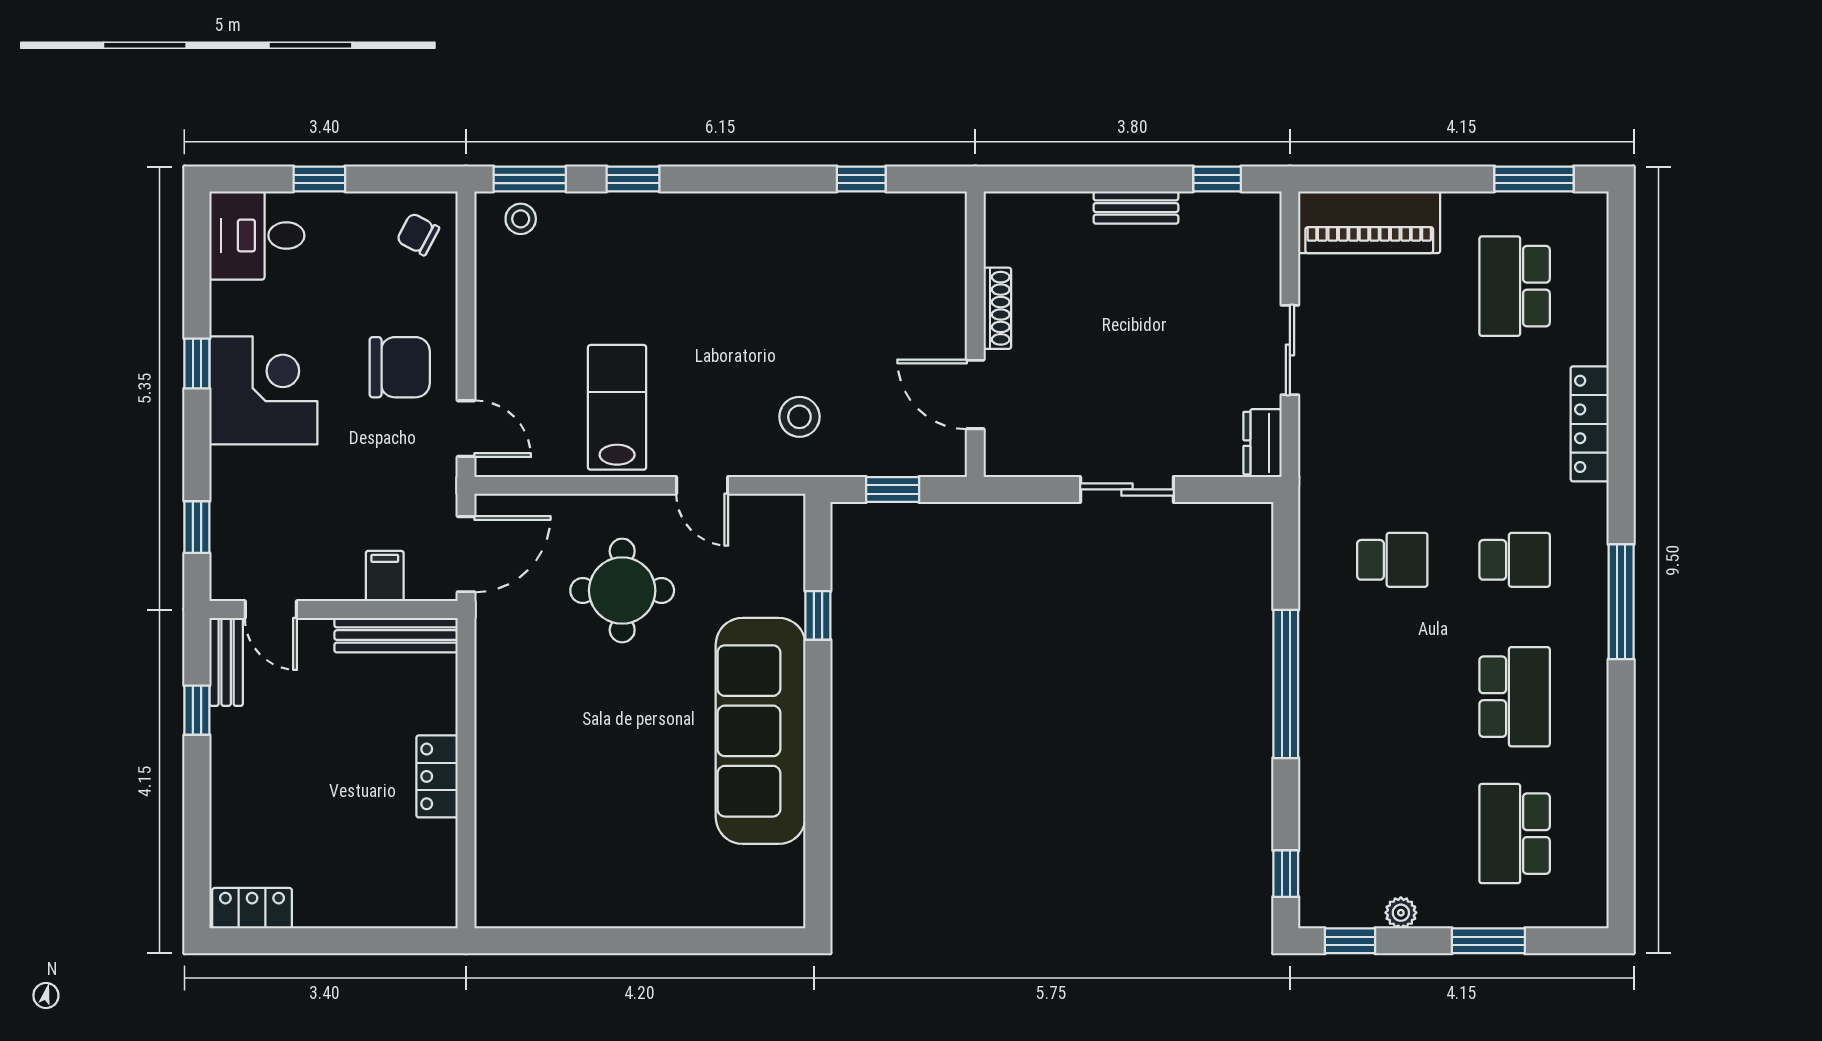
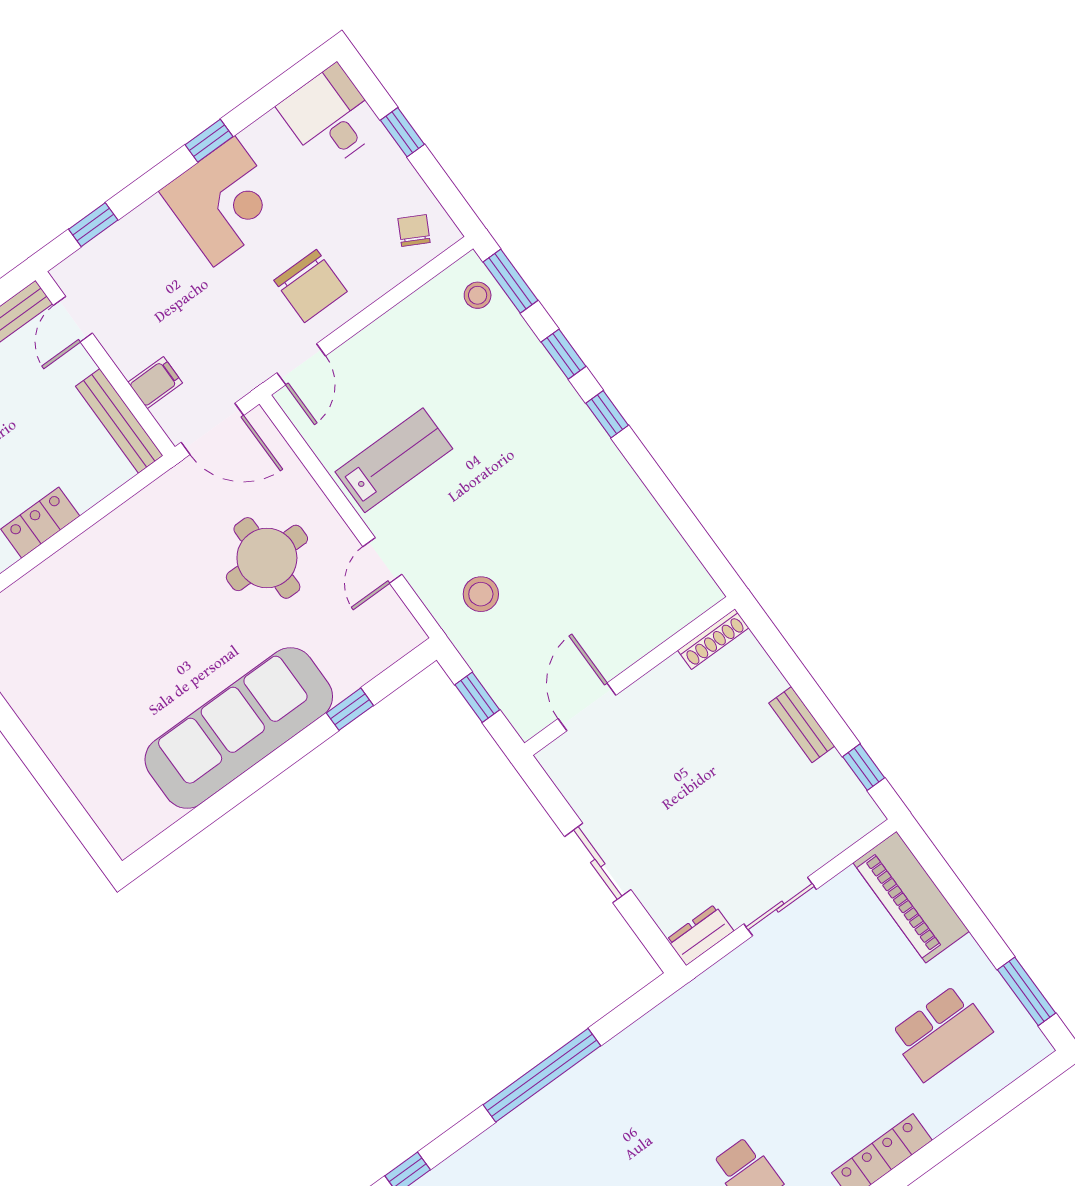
window: (861, 179) -> (607, 414), moved
school desk: (1515, 286) -> (941, 1033), turned 180
shoe rack: (997, 308) -> (713, 639), moved
school desk: (1392, 560) -> (684, 1087), removed

